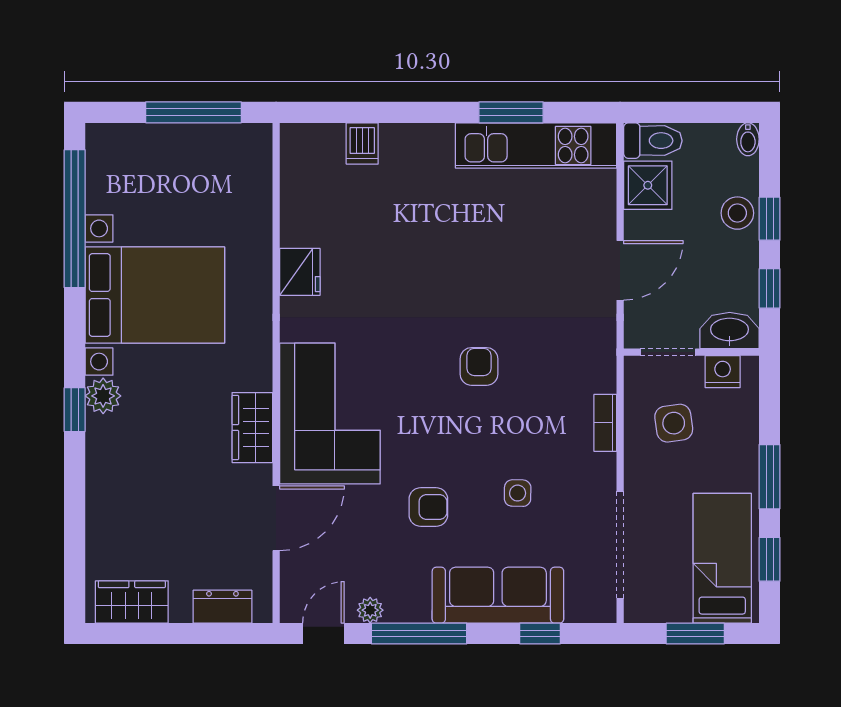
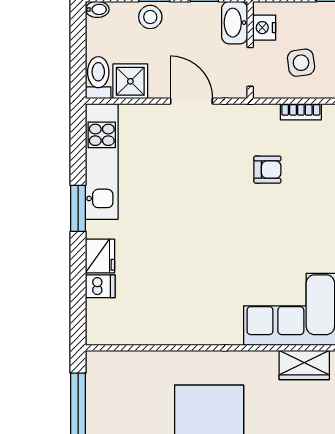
window: (511, 112) -> (78, 208), moved
fridge: (300, 272) -> (100, 256), moved, turned 90
armchair: (479, 366) -> (267, 170), moved, turned 180

